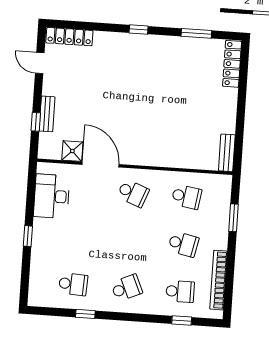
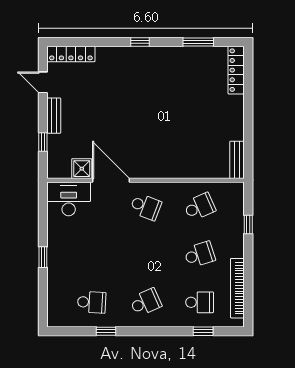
bench: (47, 114) -> (54, 116), moved
desk: (52, 196) -> (69, 199), moved, turned 90
school desk: (187, 197) -> (200, 207), turned -33
window: (234, 218) -> (248, 225), width x0.67
school desk: (183, 244) -> (200, 255), turned -30

